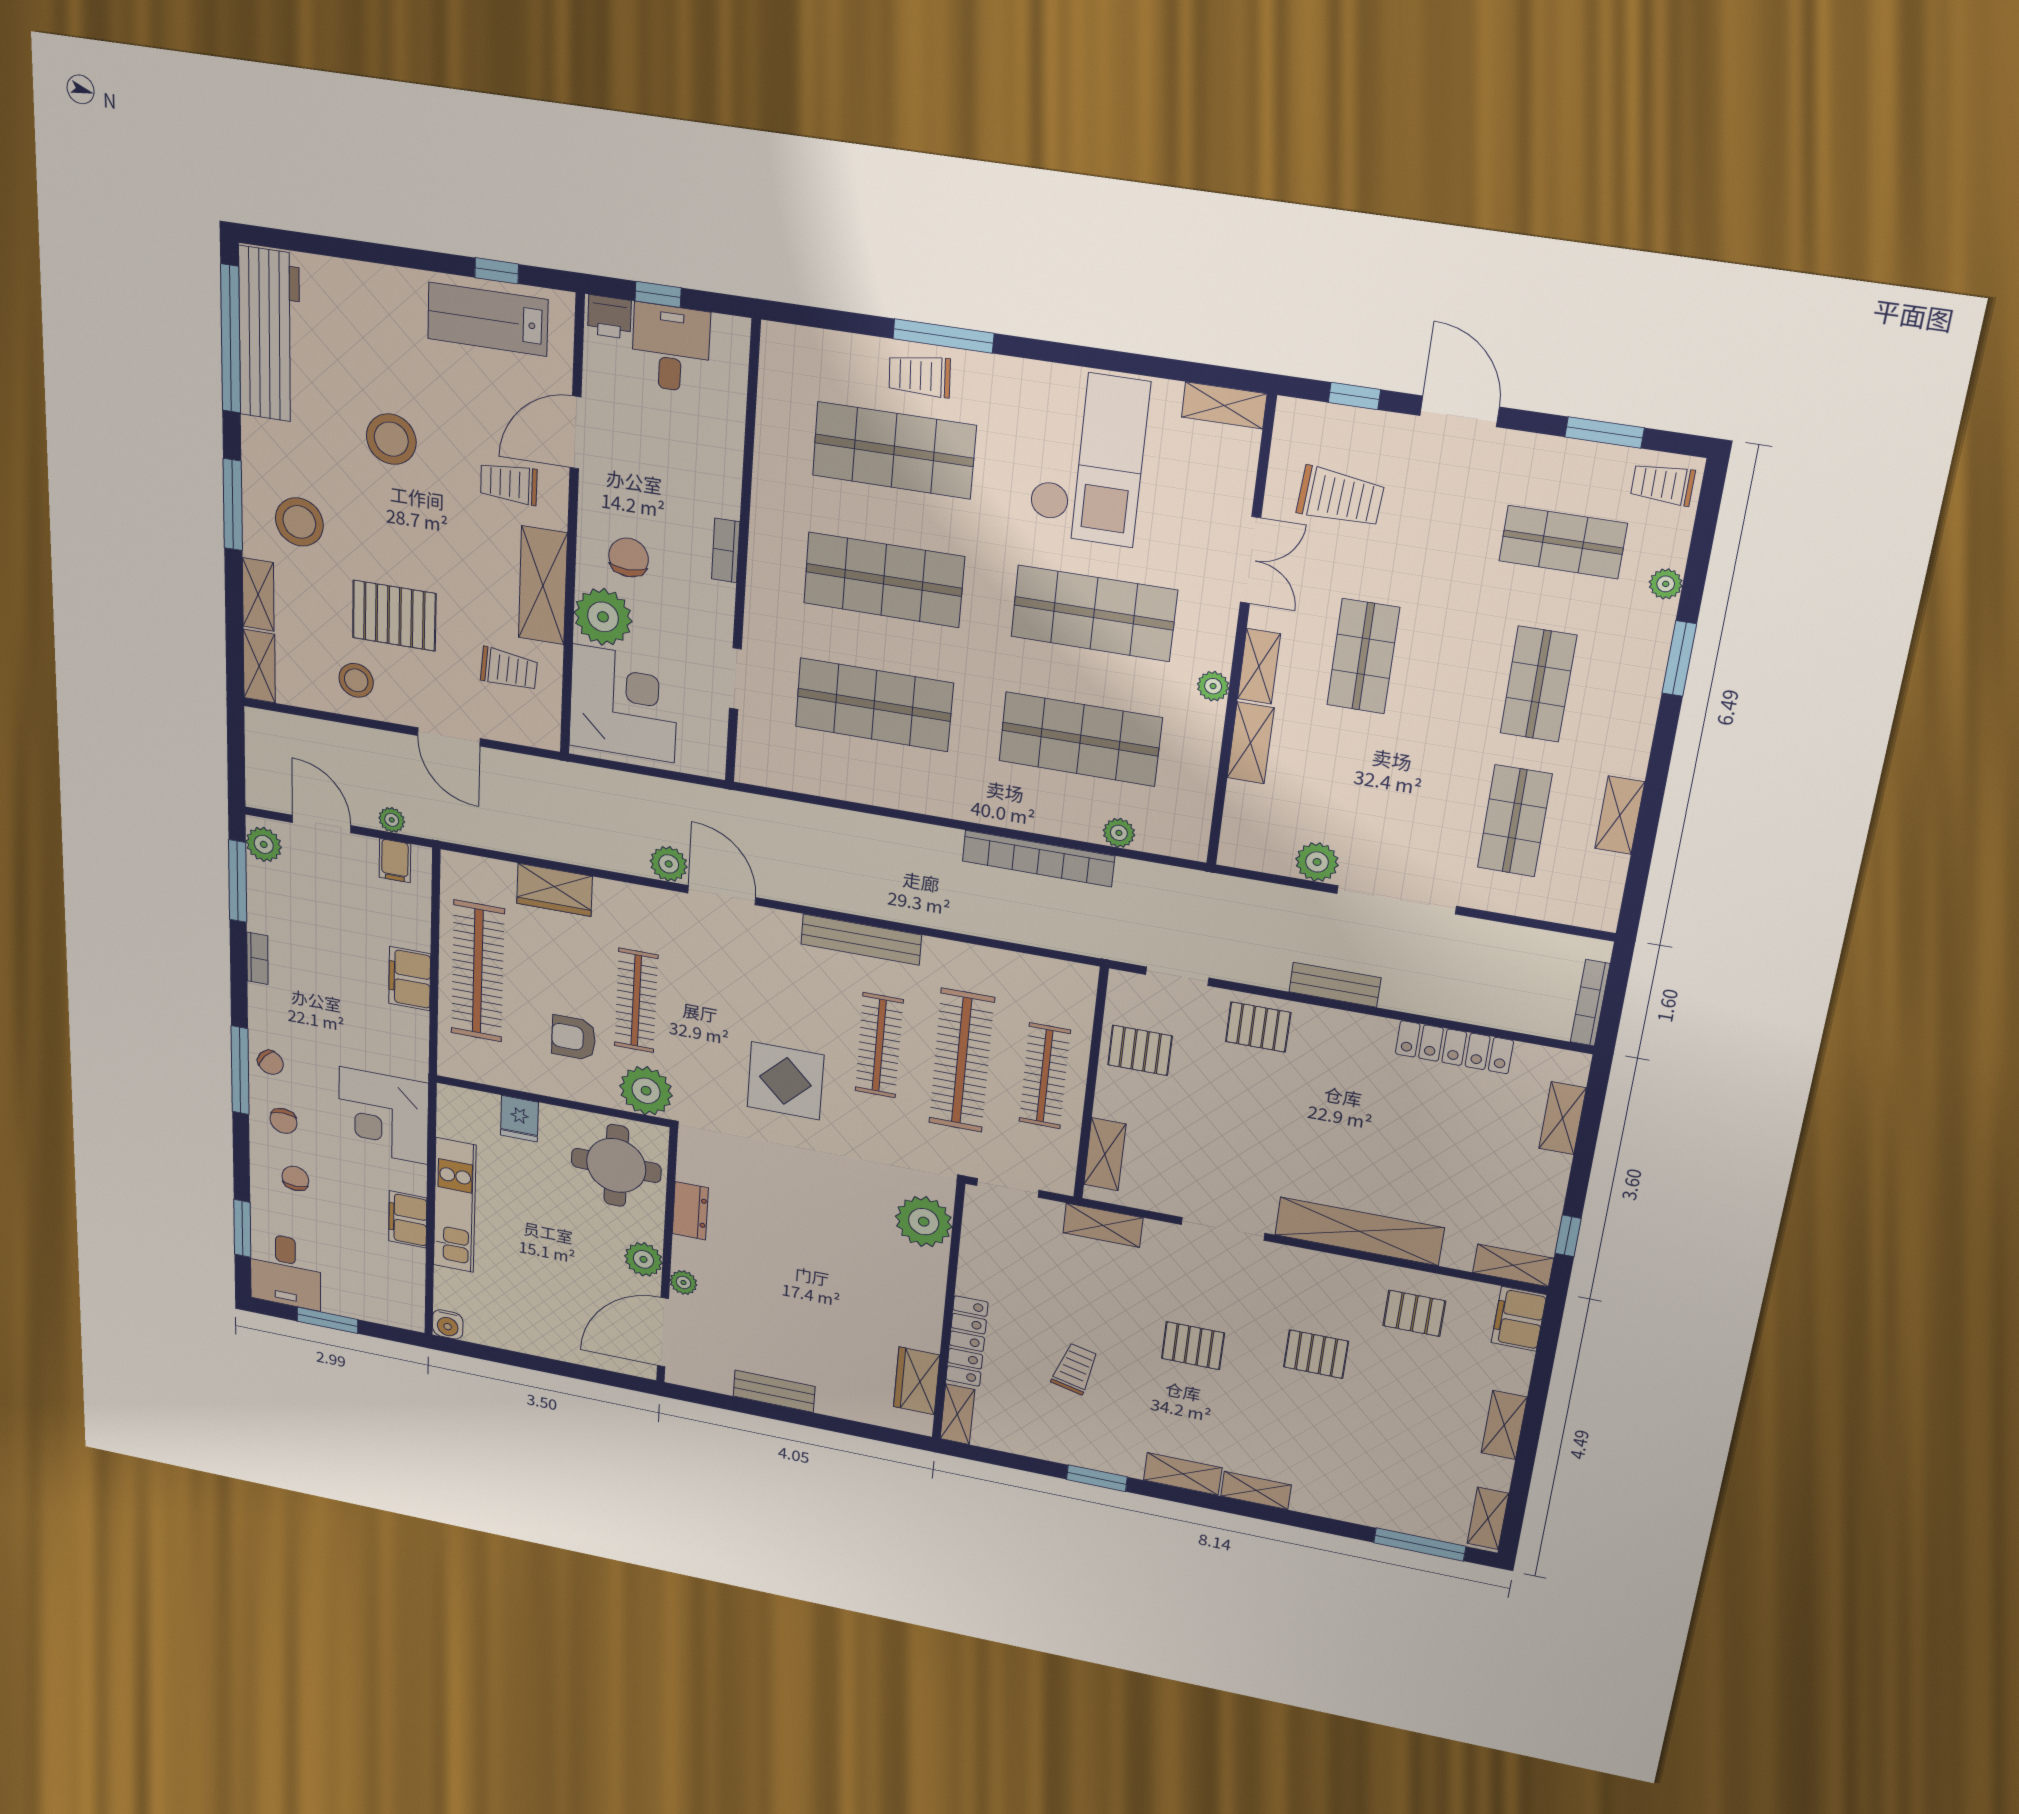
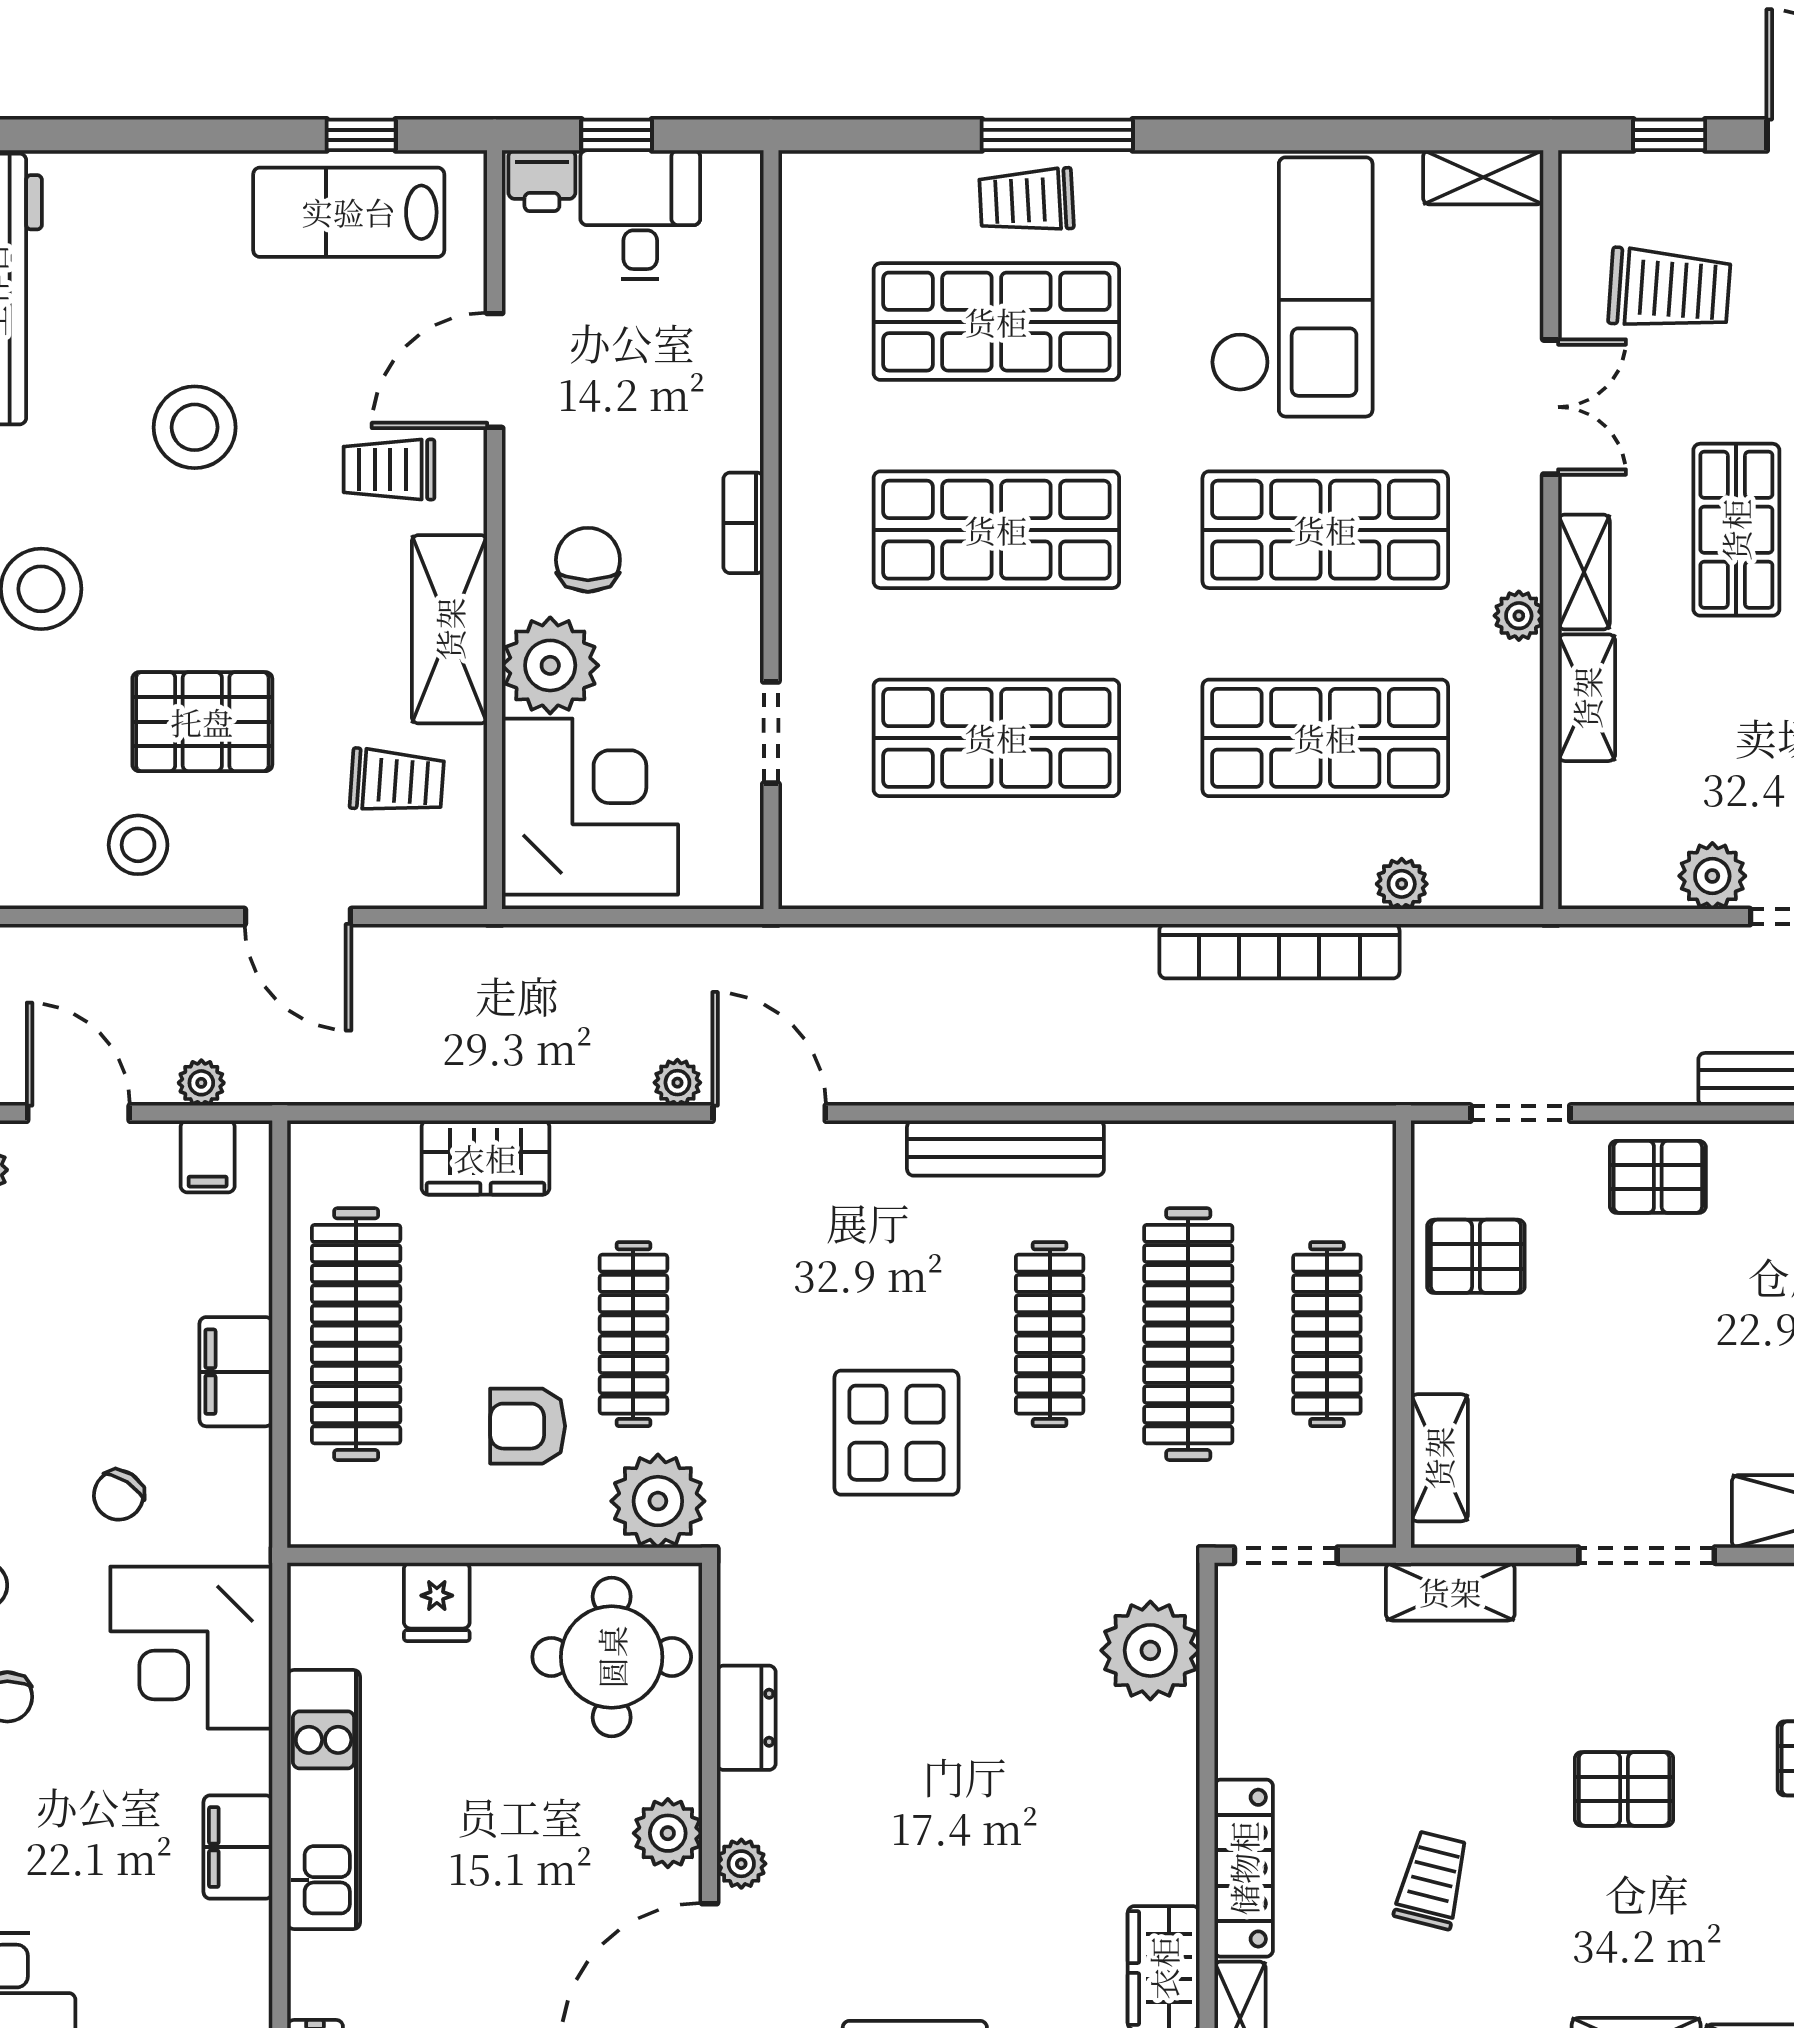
plant: (669, 864) -> (677, 1083), width x0.73, depth x0.73
chair: (295, 1178) -> (119, 1495), moved, turned -147

